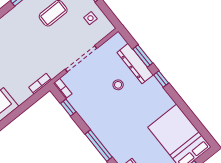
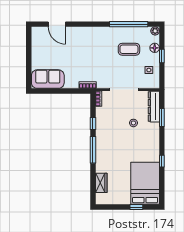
dresser: (135, 64) -> (154, 107), moved
window: (161, 79) -> (162, 161), moved
window: (68, 108) -> (93, 123), moved

